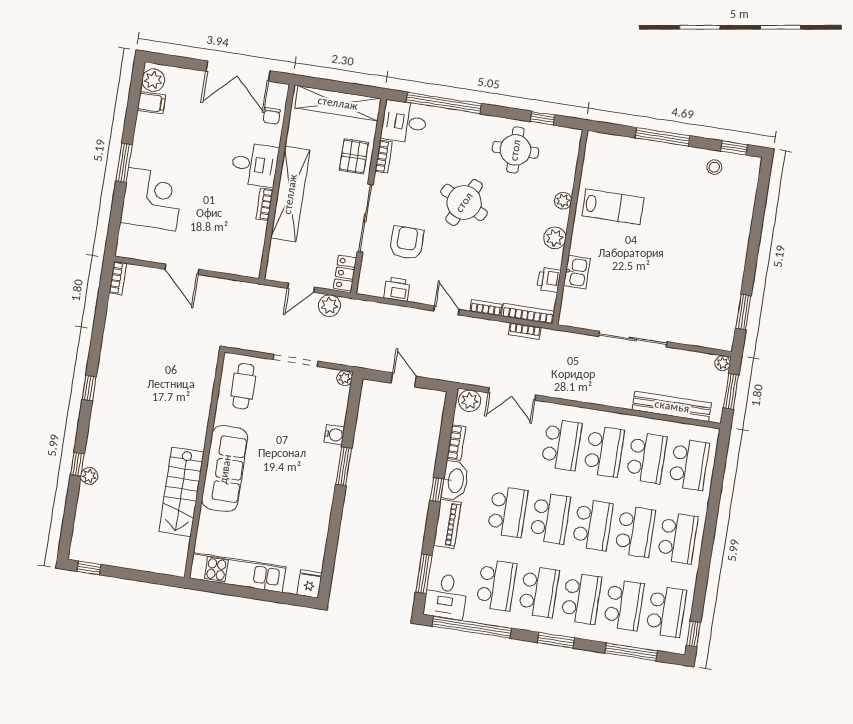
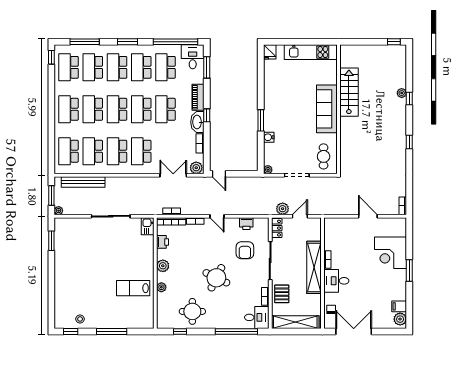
kitchen sink: (577, 272) -> (148, 226), moved
door: (404, 380) -> (219, 174), moved

